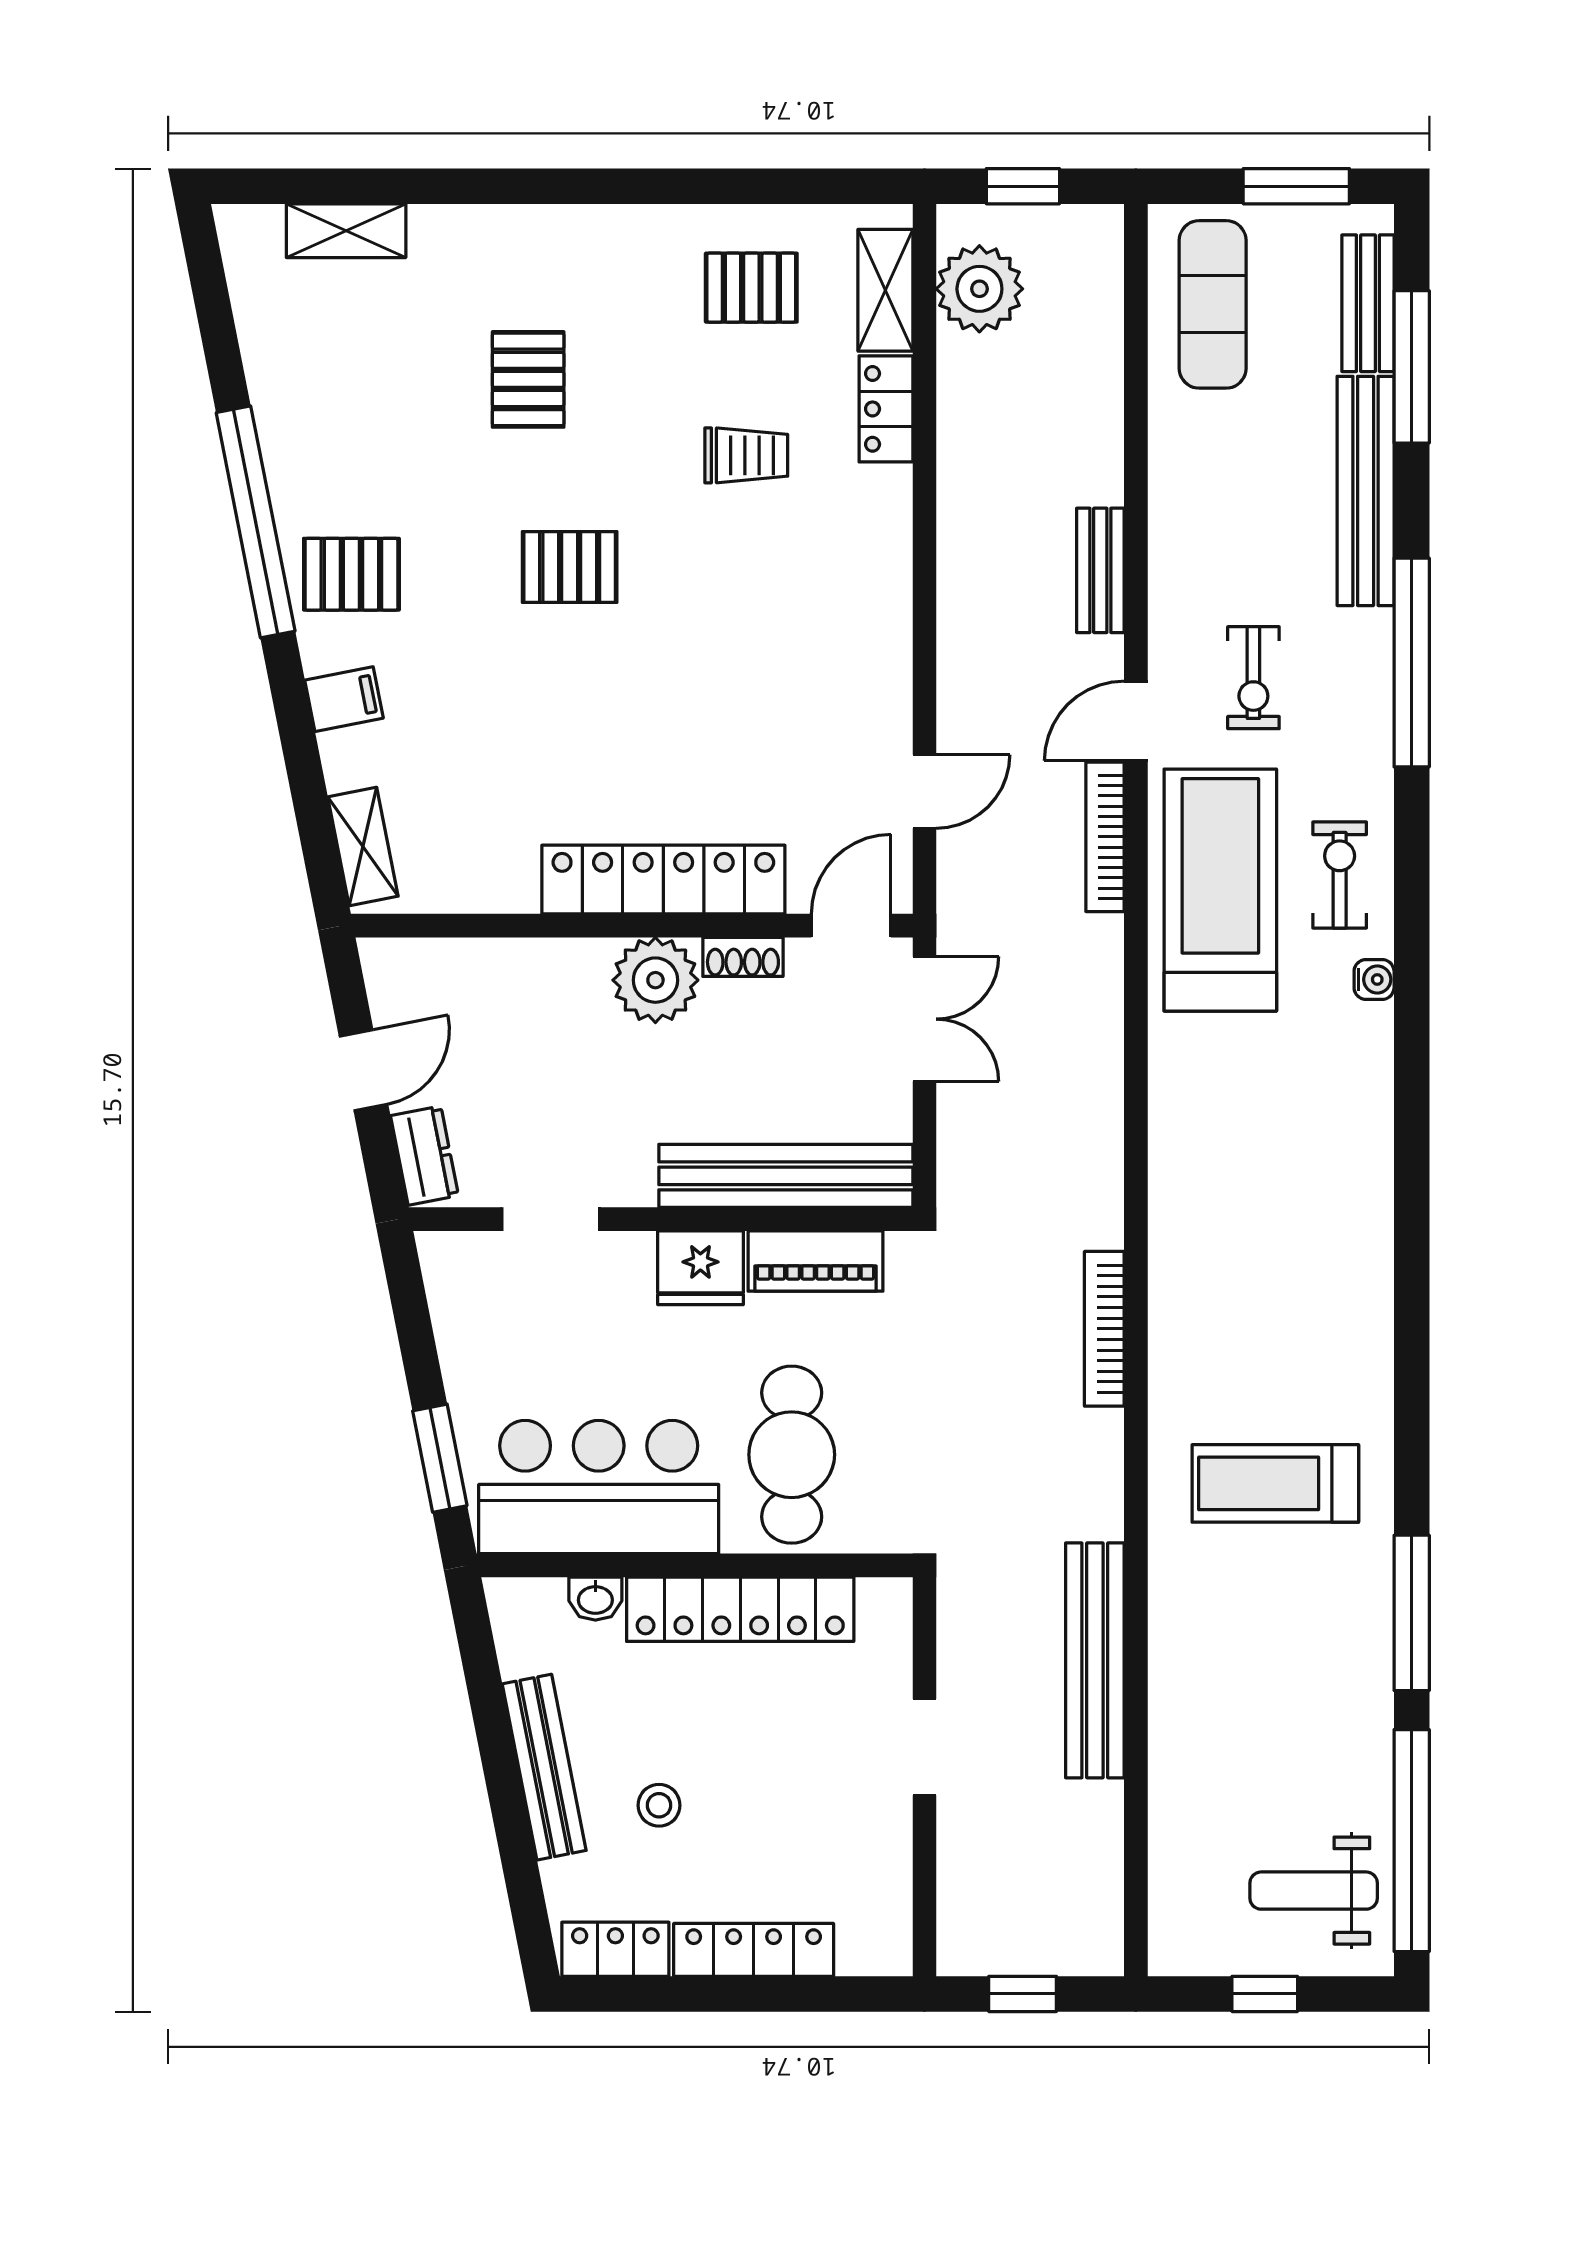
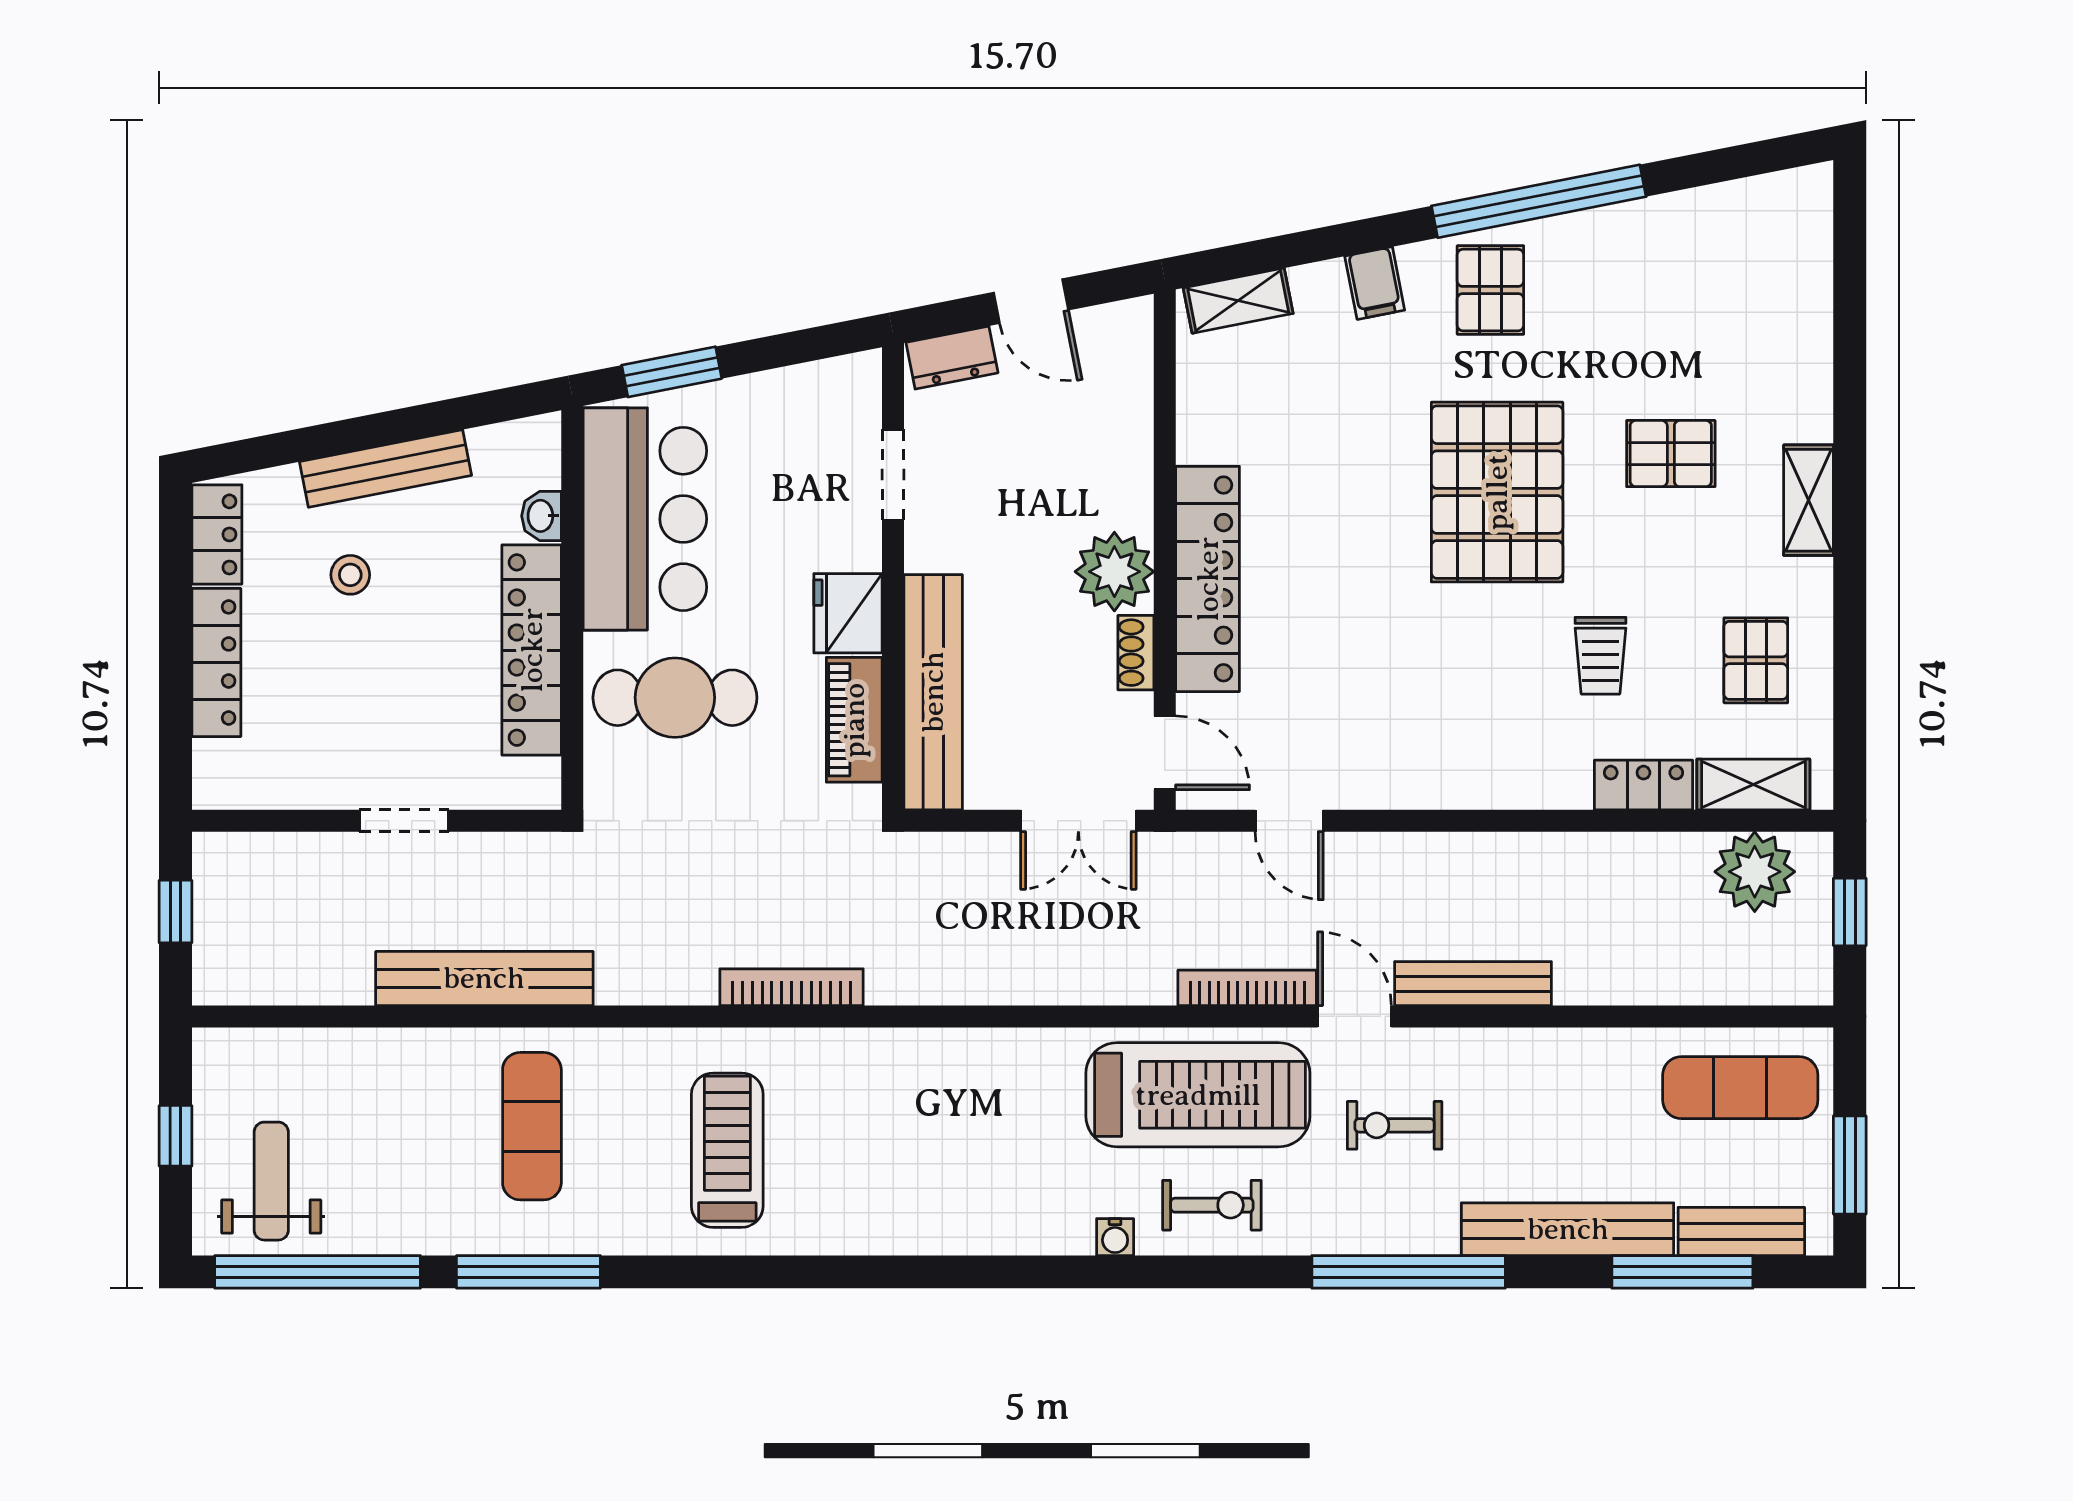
shelving: (346, 231) -> (1809, 500), moved
pallet: (570, 567) -> (1497, 492), width x2.05, depth x2.00
bench: (1100, 570) -> (1473, 984), width x1.36
treadmill: (1275, 1483) -> (727, 1150), moved
exercise mat: (1254, 1609) -> (532, 1126), added

